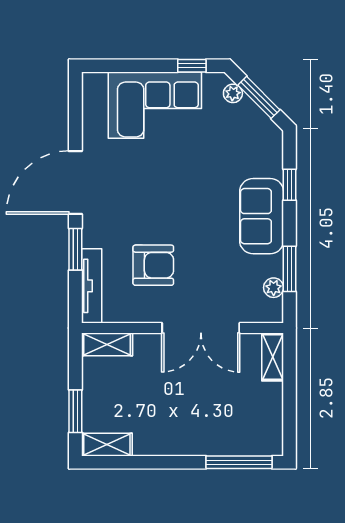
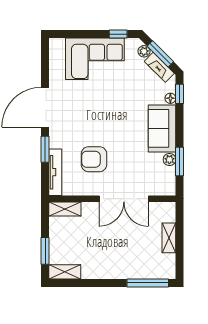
fireplace: (257, 119) -> (159, 67), added
floor lamp: (275, 168) -> (170, 98), added
window: (290, 185) -> (180, 94), moved
armchair: (153, 265) -> (94, 159), turned 180
plant: (274, 288) -> (169, 160), moved
shelving: (273, 357) -> (169, 238), moved

